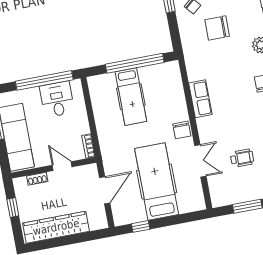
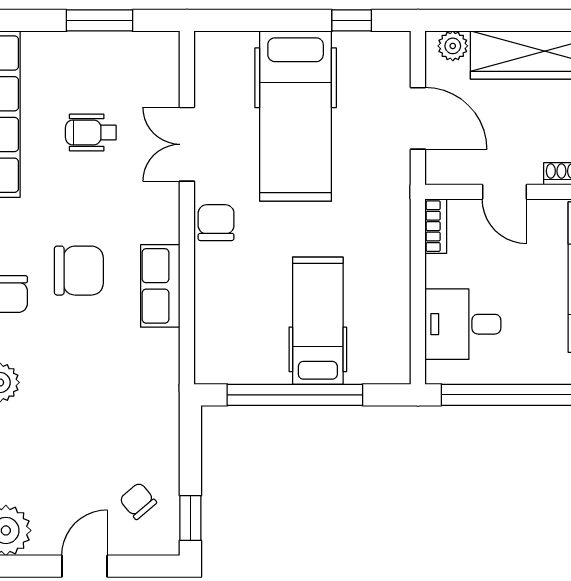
chair: (217, 28) -> (79, 271), moved
desk: (57, 99) -> (463, 324), moved, turned 90
door: (105, 190) -> (418, 118), swing flipped
plant: (96, 224) -> (453, 46), added

